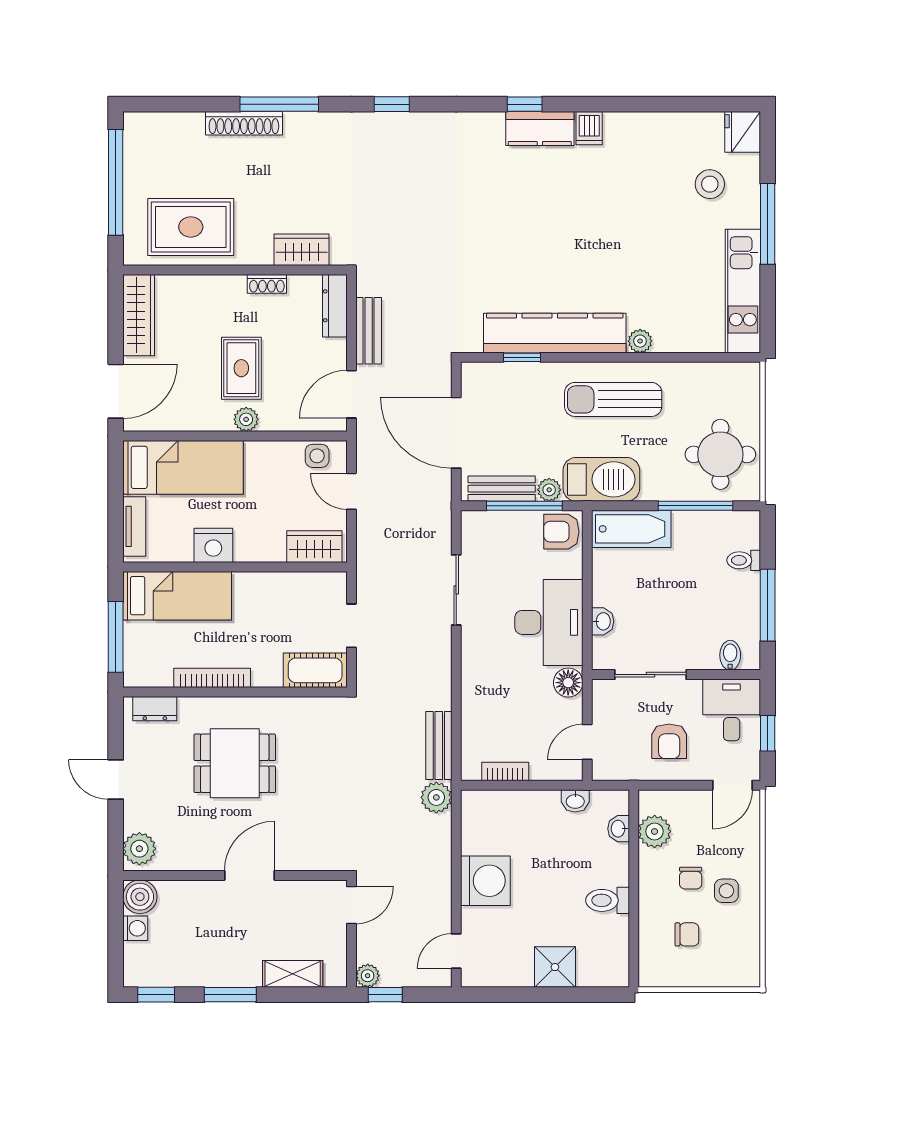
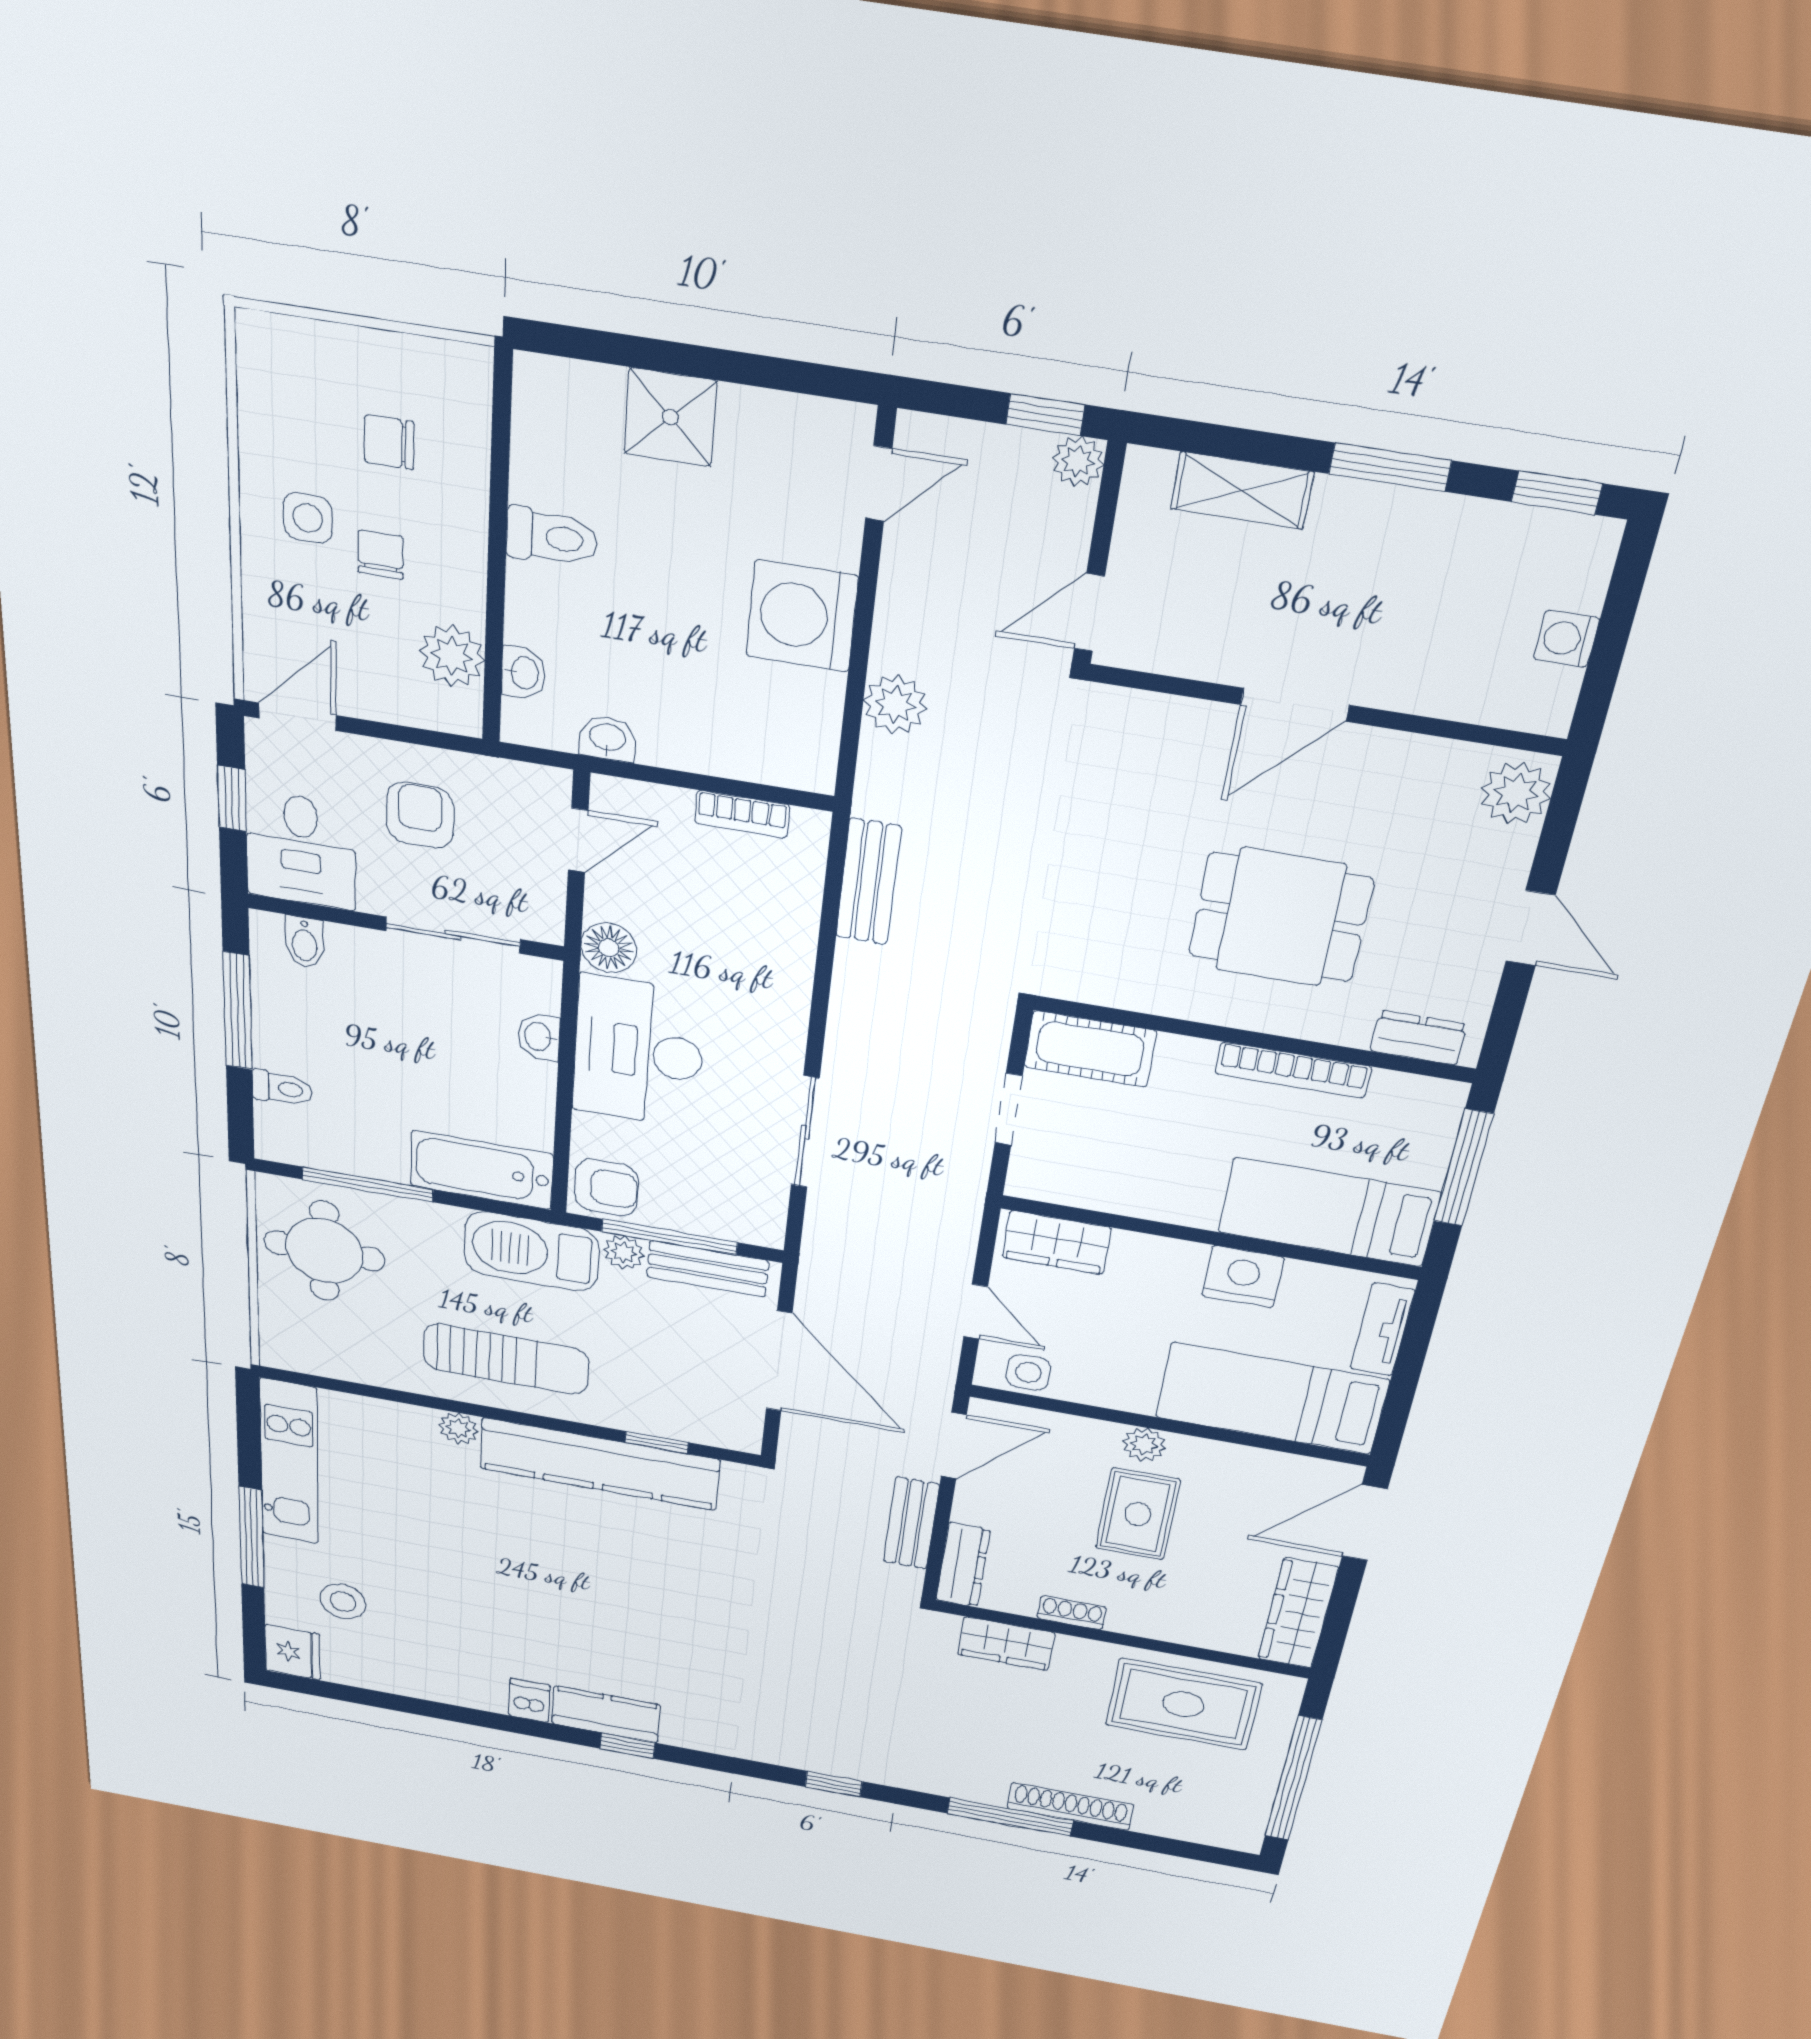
plant: (436, 797) -> (895, 705), moved
boiler: (140, 897) -> (1539, 700), removed

